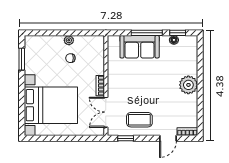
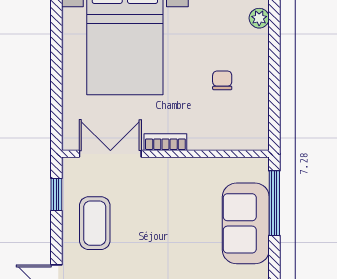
window: (147, 33) -> (274, 203), moved
plant: (69, 40) -> (259, 18), moved

